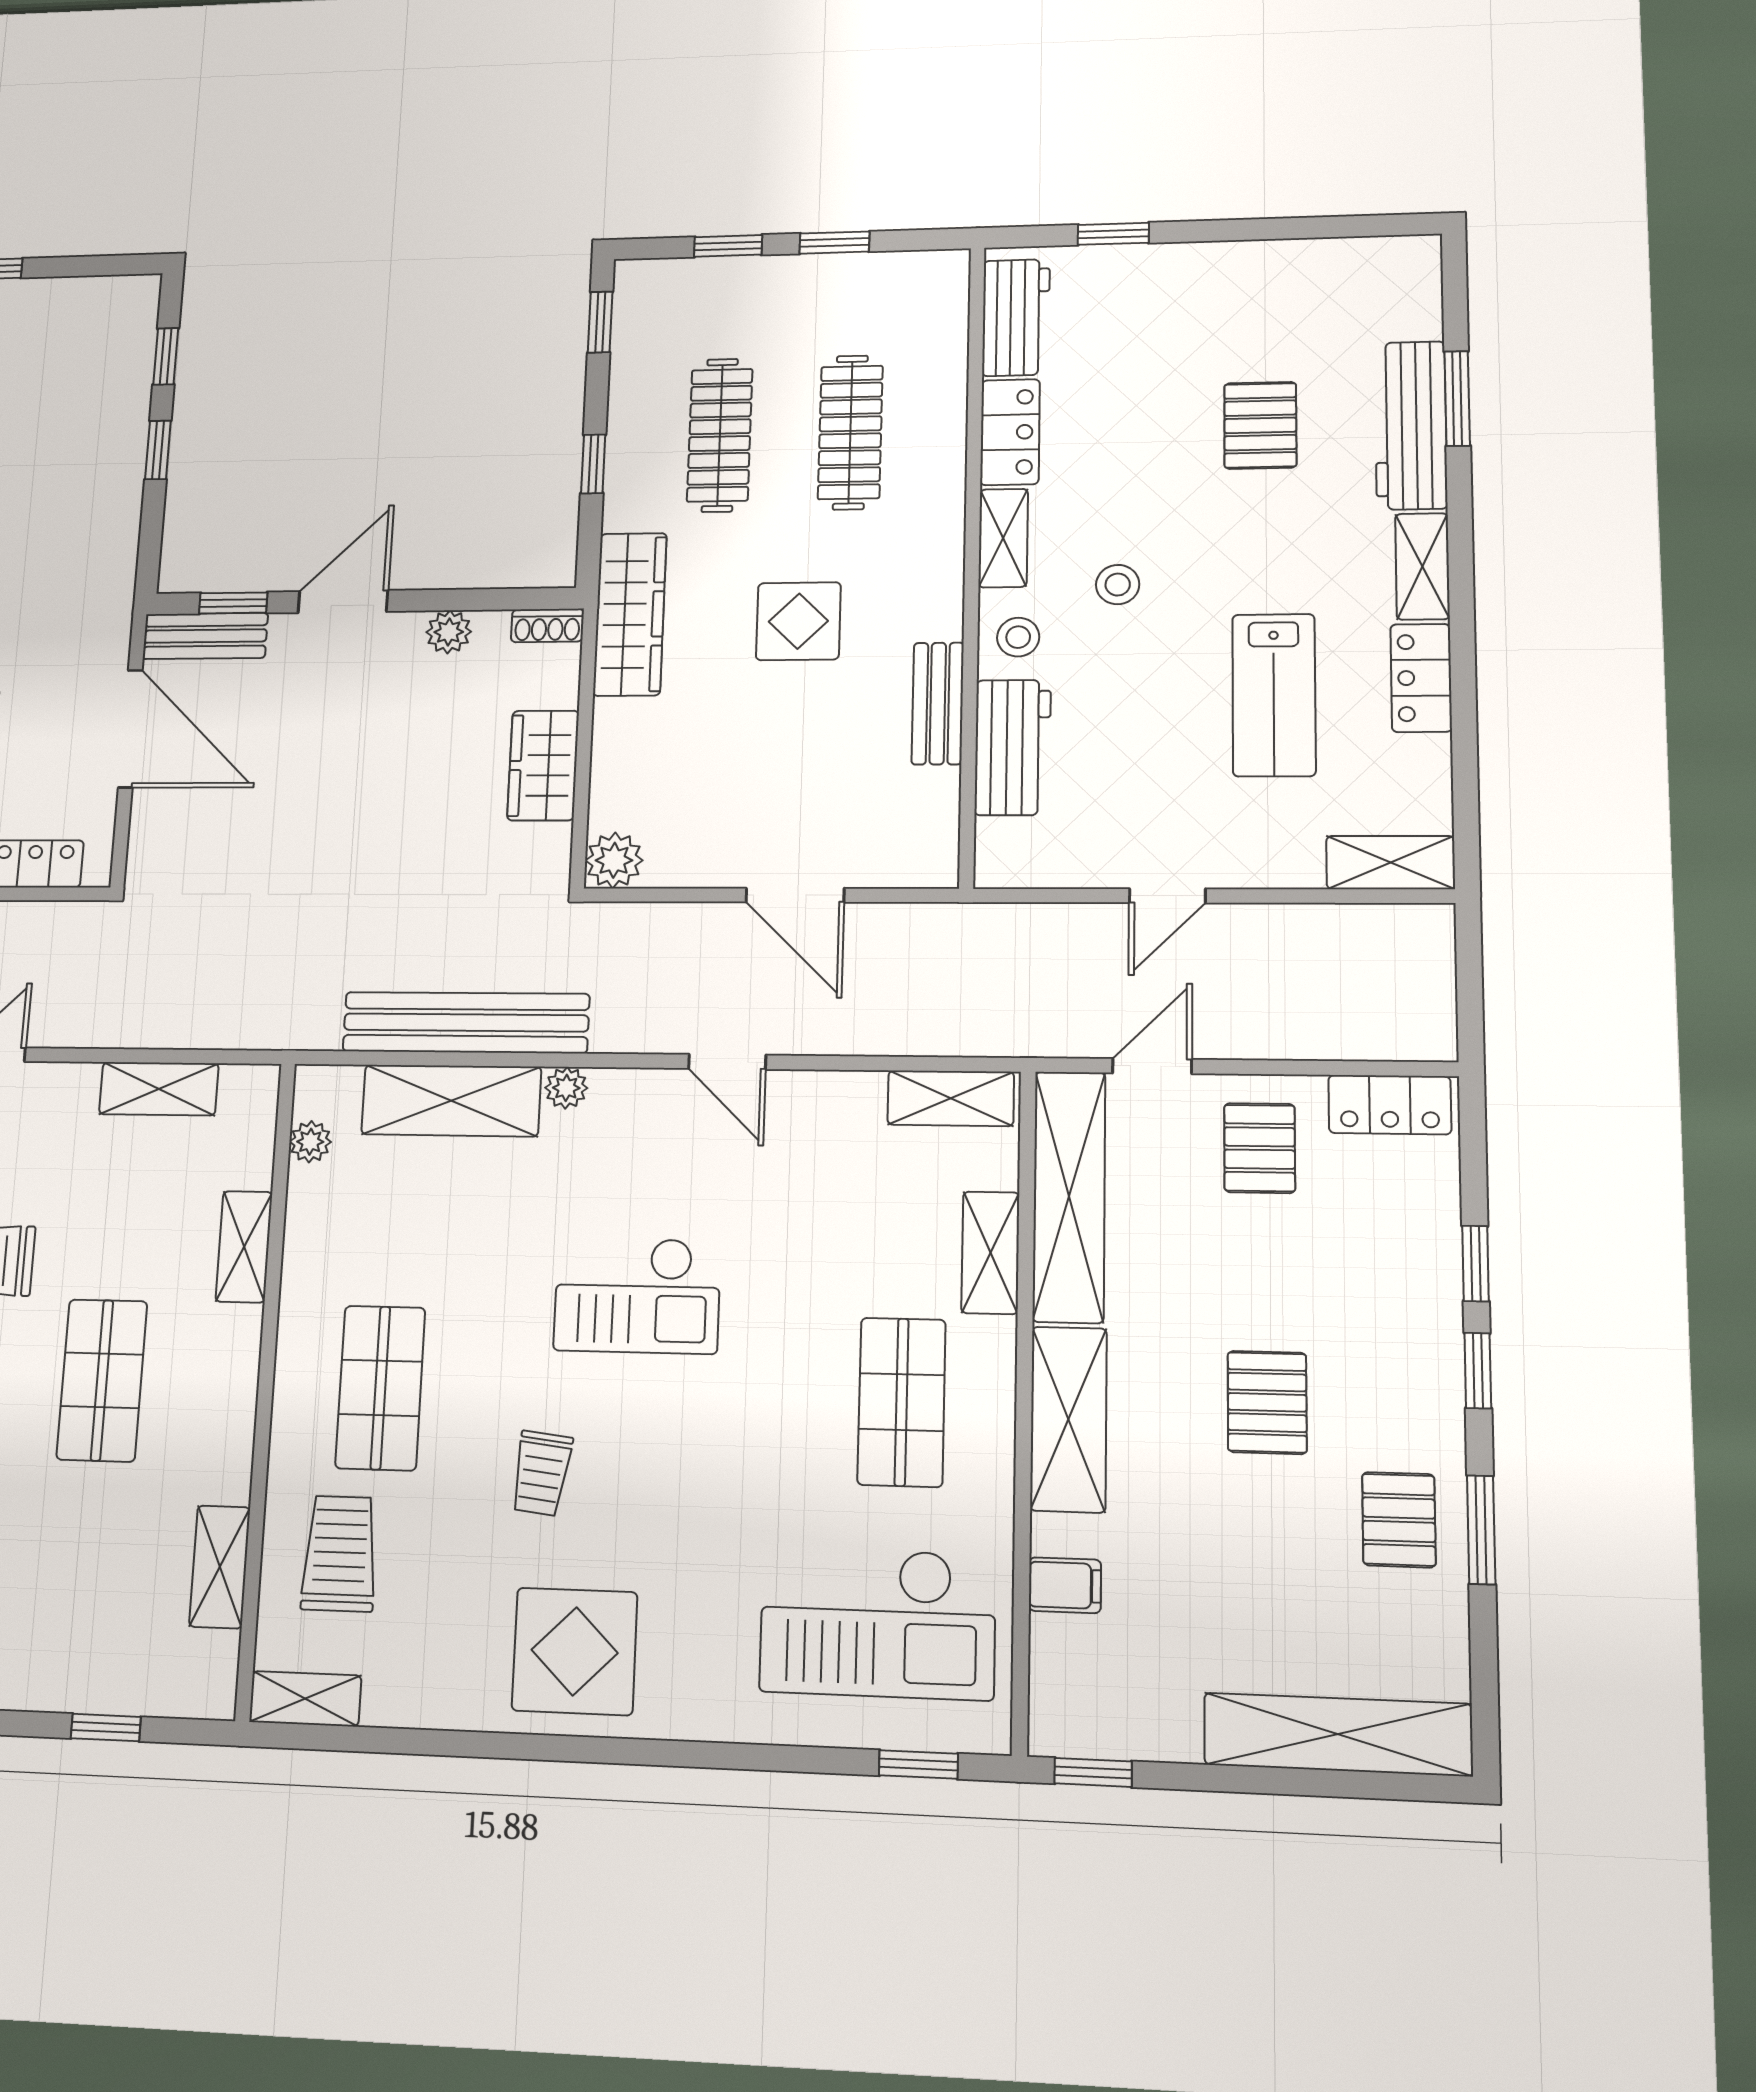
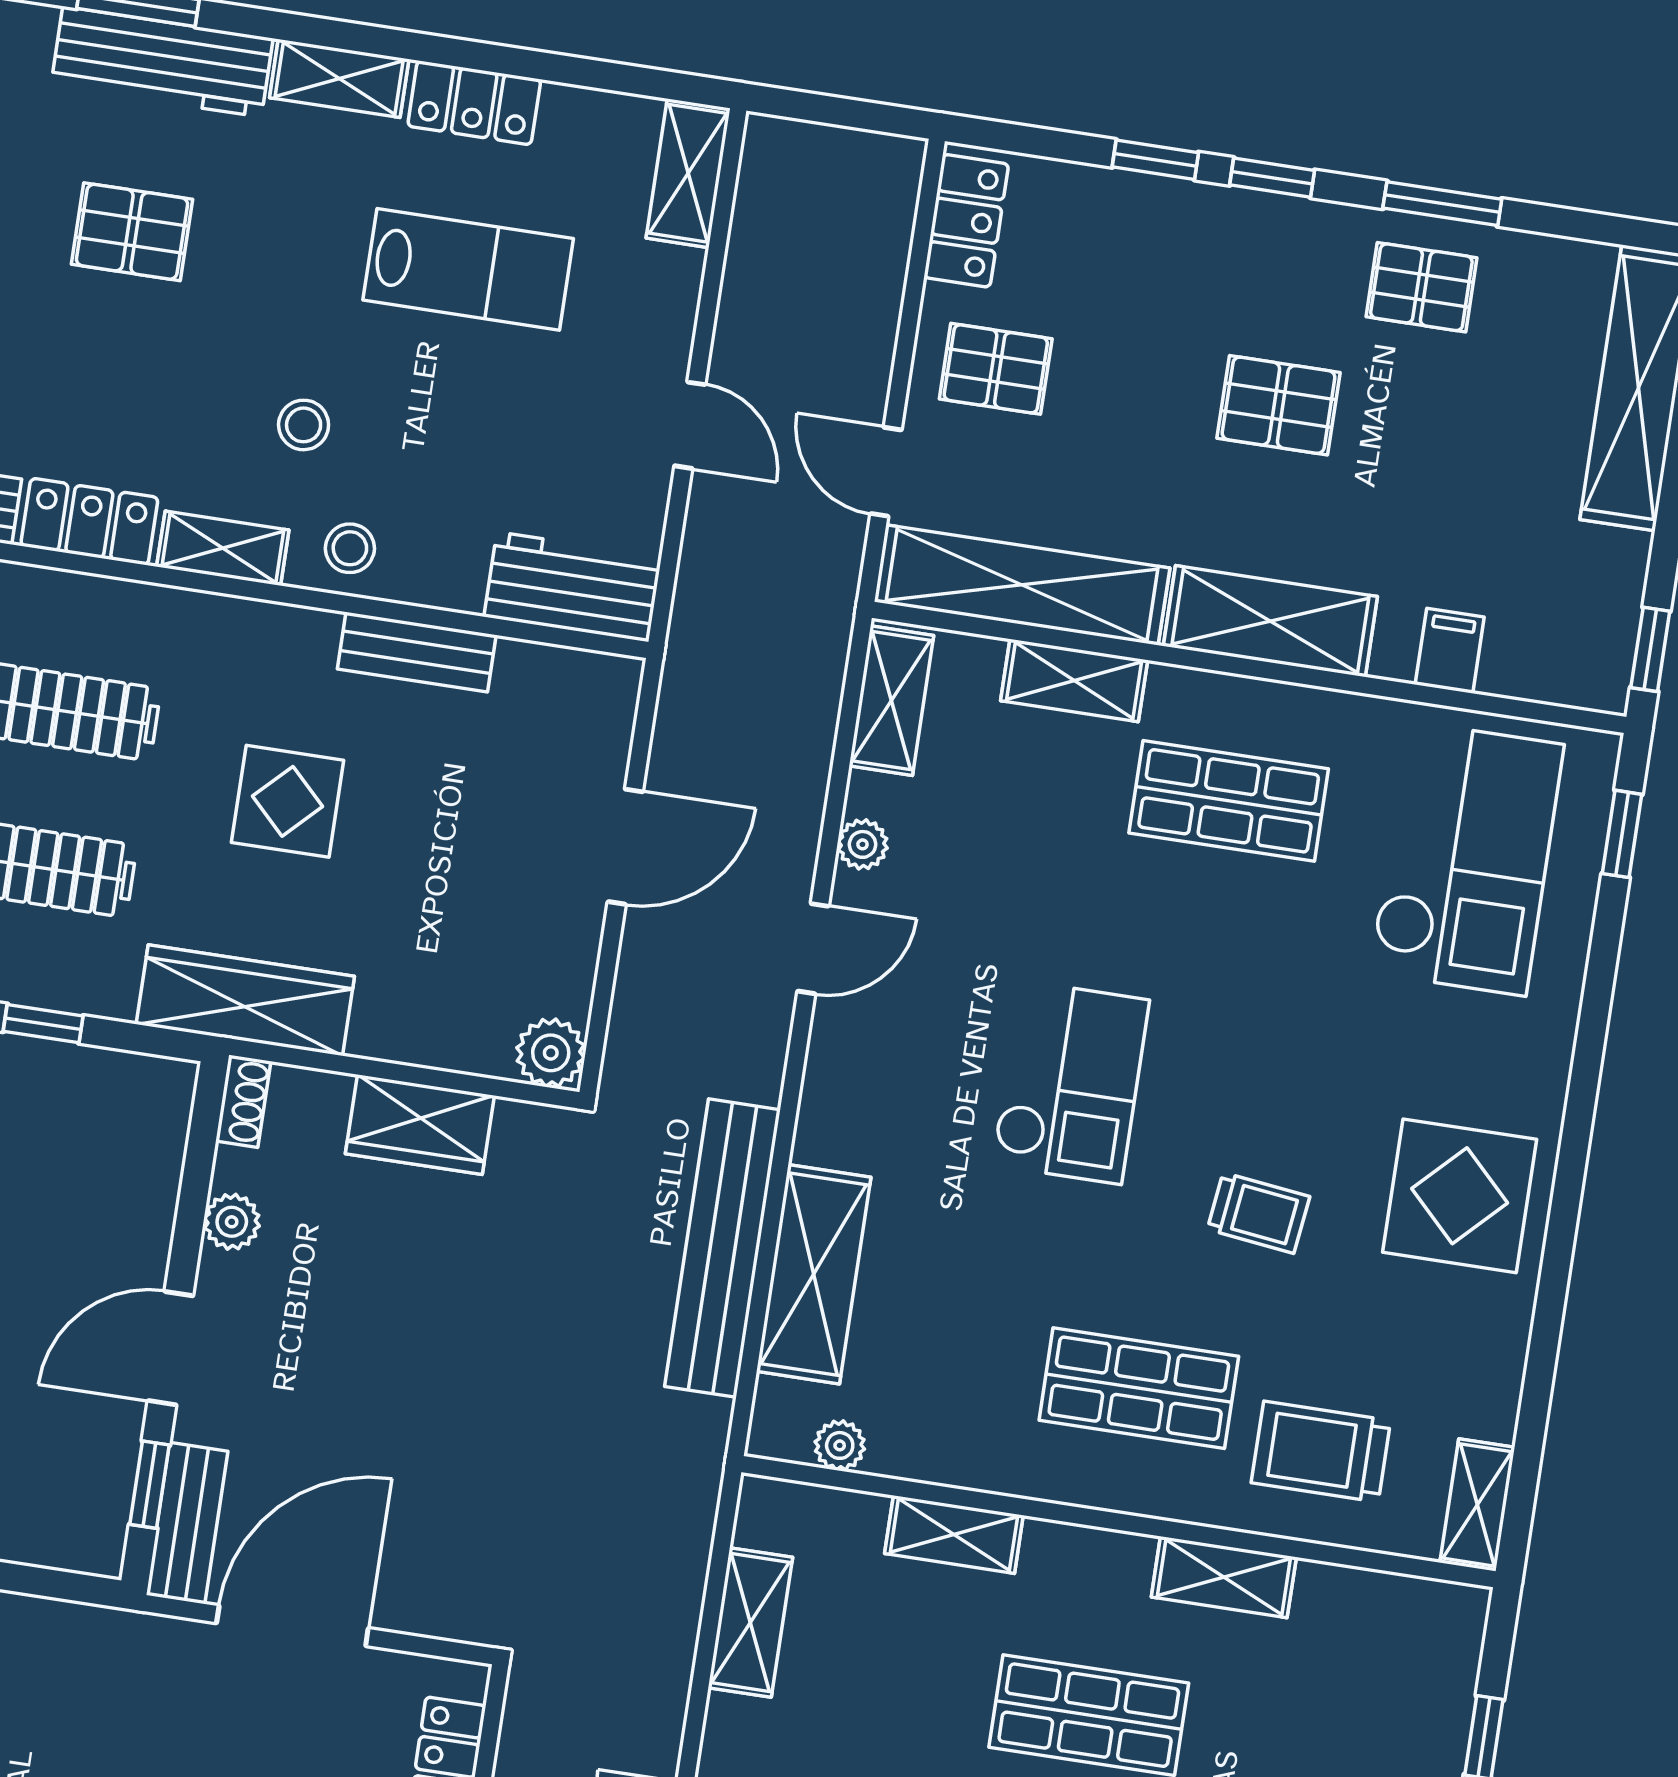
door: (343, 601) -> (170, 1348), hinge flipped
workbench: (1013, 747) -> (573, 587), moved
plant: (566, 1088) -> (862, 844), moved
shelving: (220, 1567) -> (1224, 1577), moved

